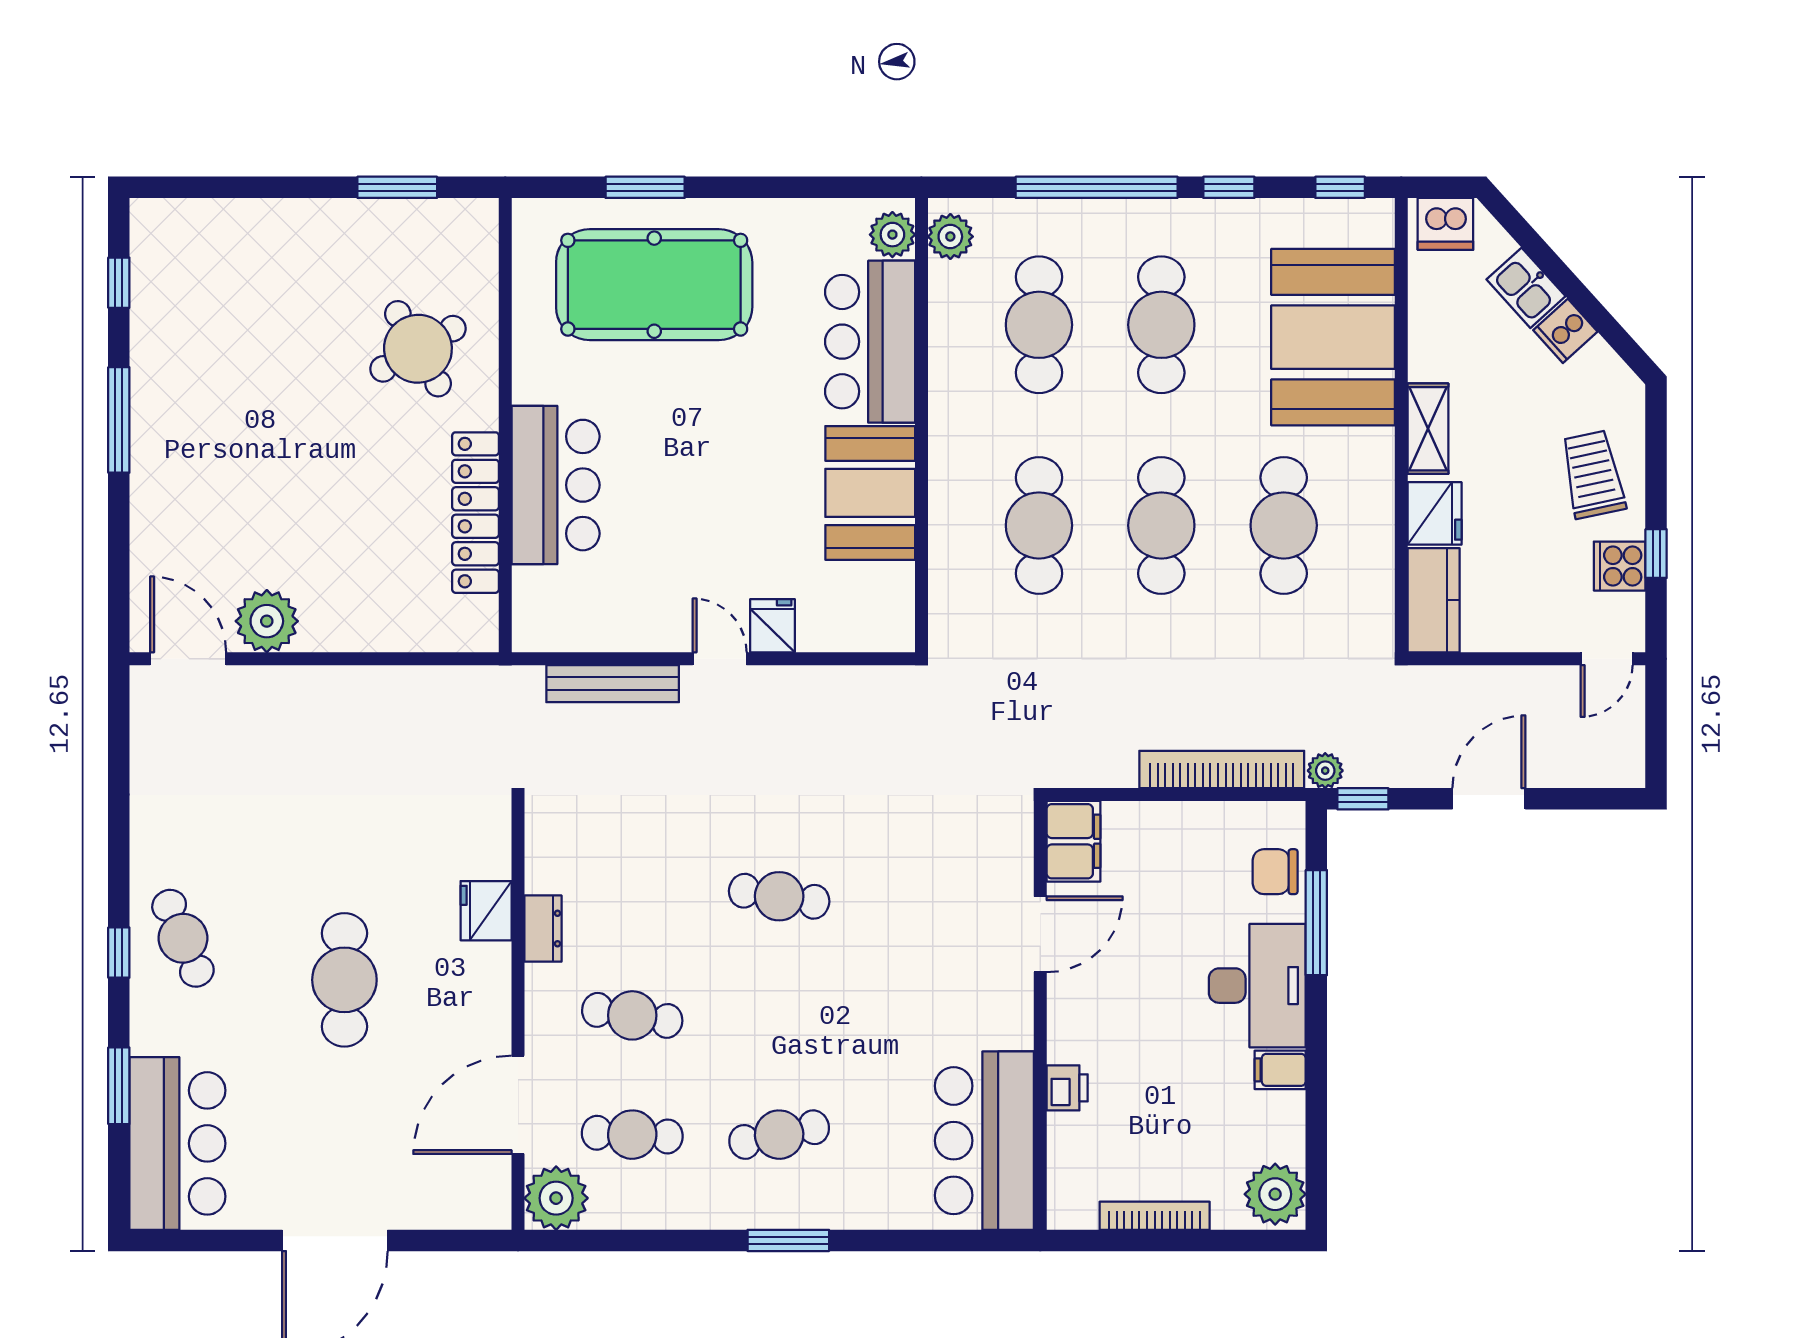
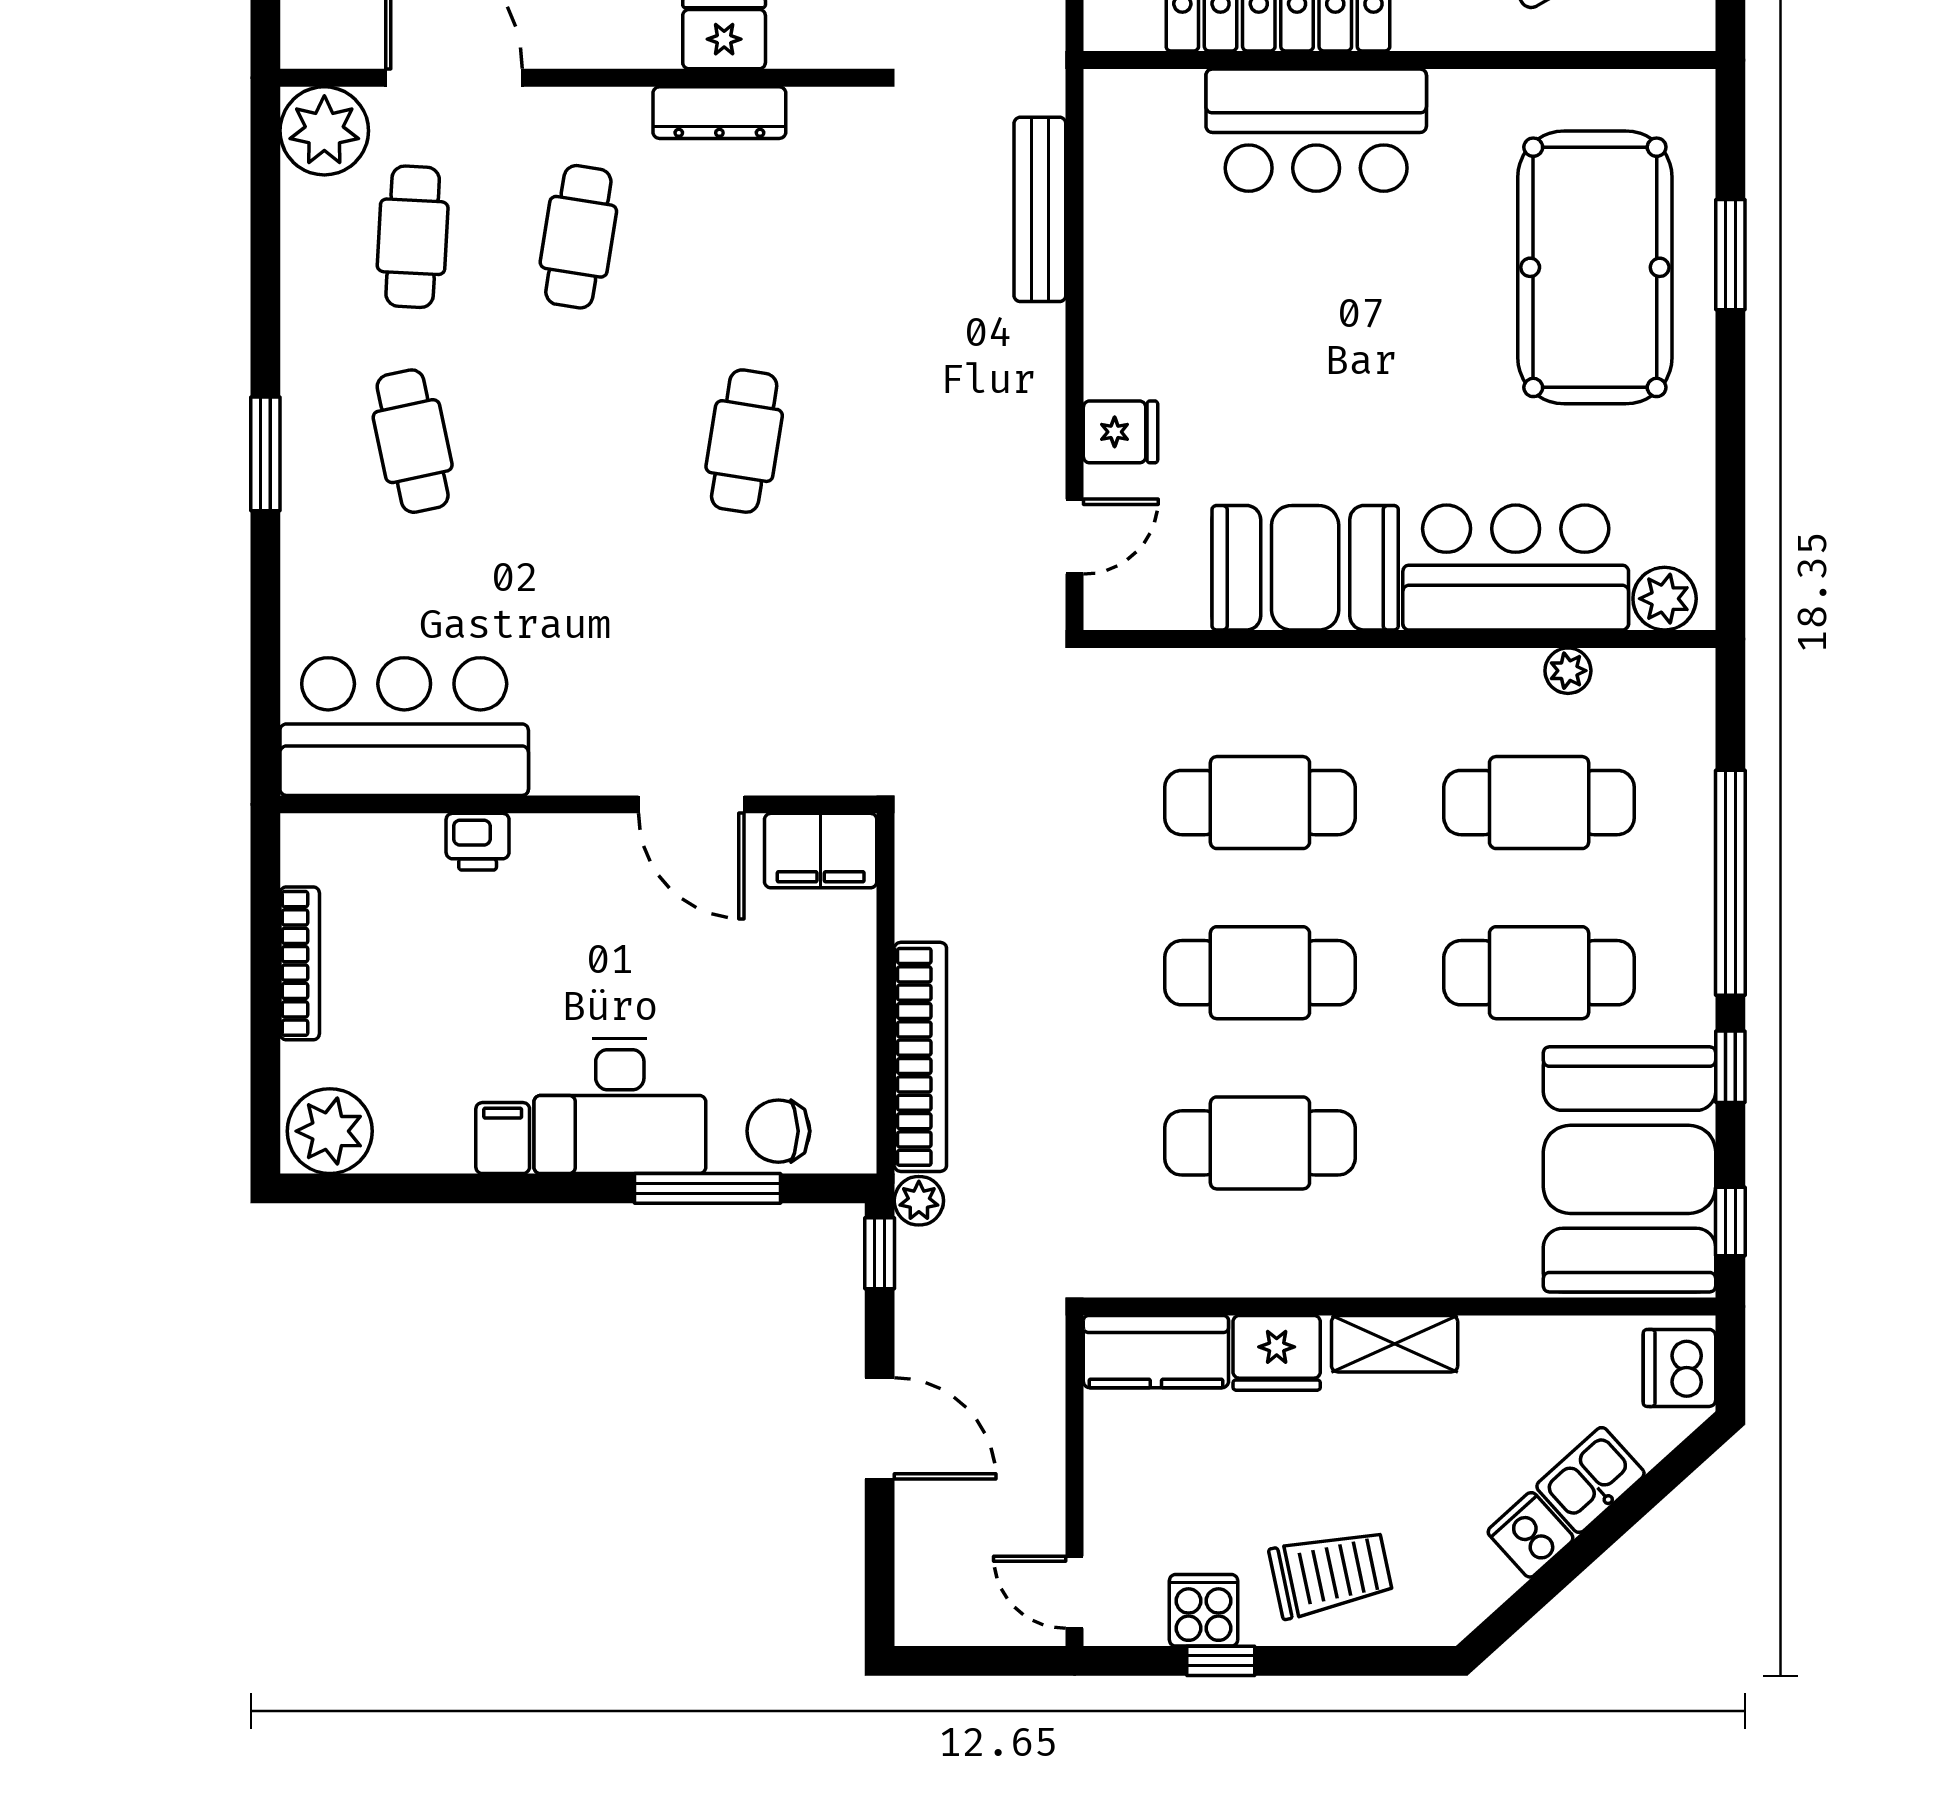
plant: (950, 237) -> (1568, 671), moved, width x0.73, depth x0.73
booth: (1333, 337) -> (1629, 1169), moved, turned 90
door: (720, 659) -> (1075, 536), moved
chair: (1275, 872) -> (778, 1131), turned -90
dresser: (543, 929) -> (719, 113), width x1.44

